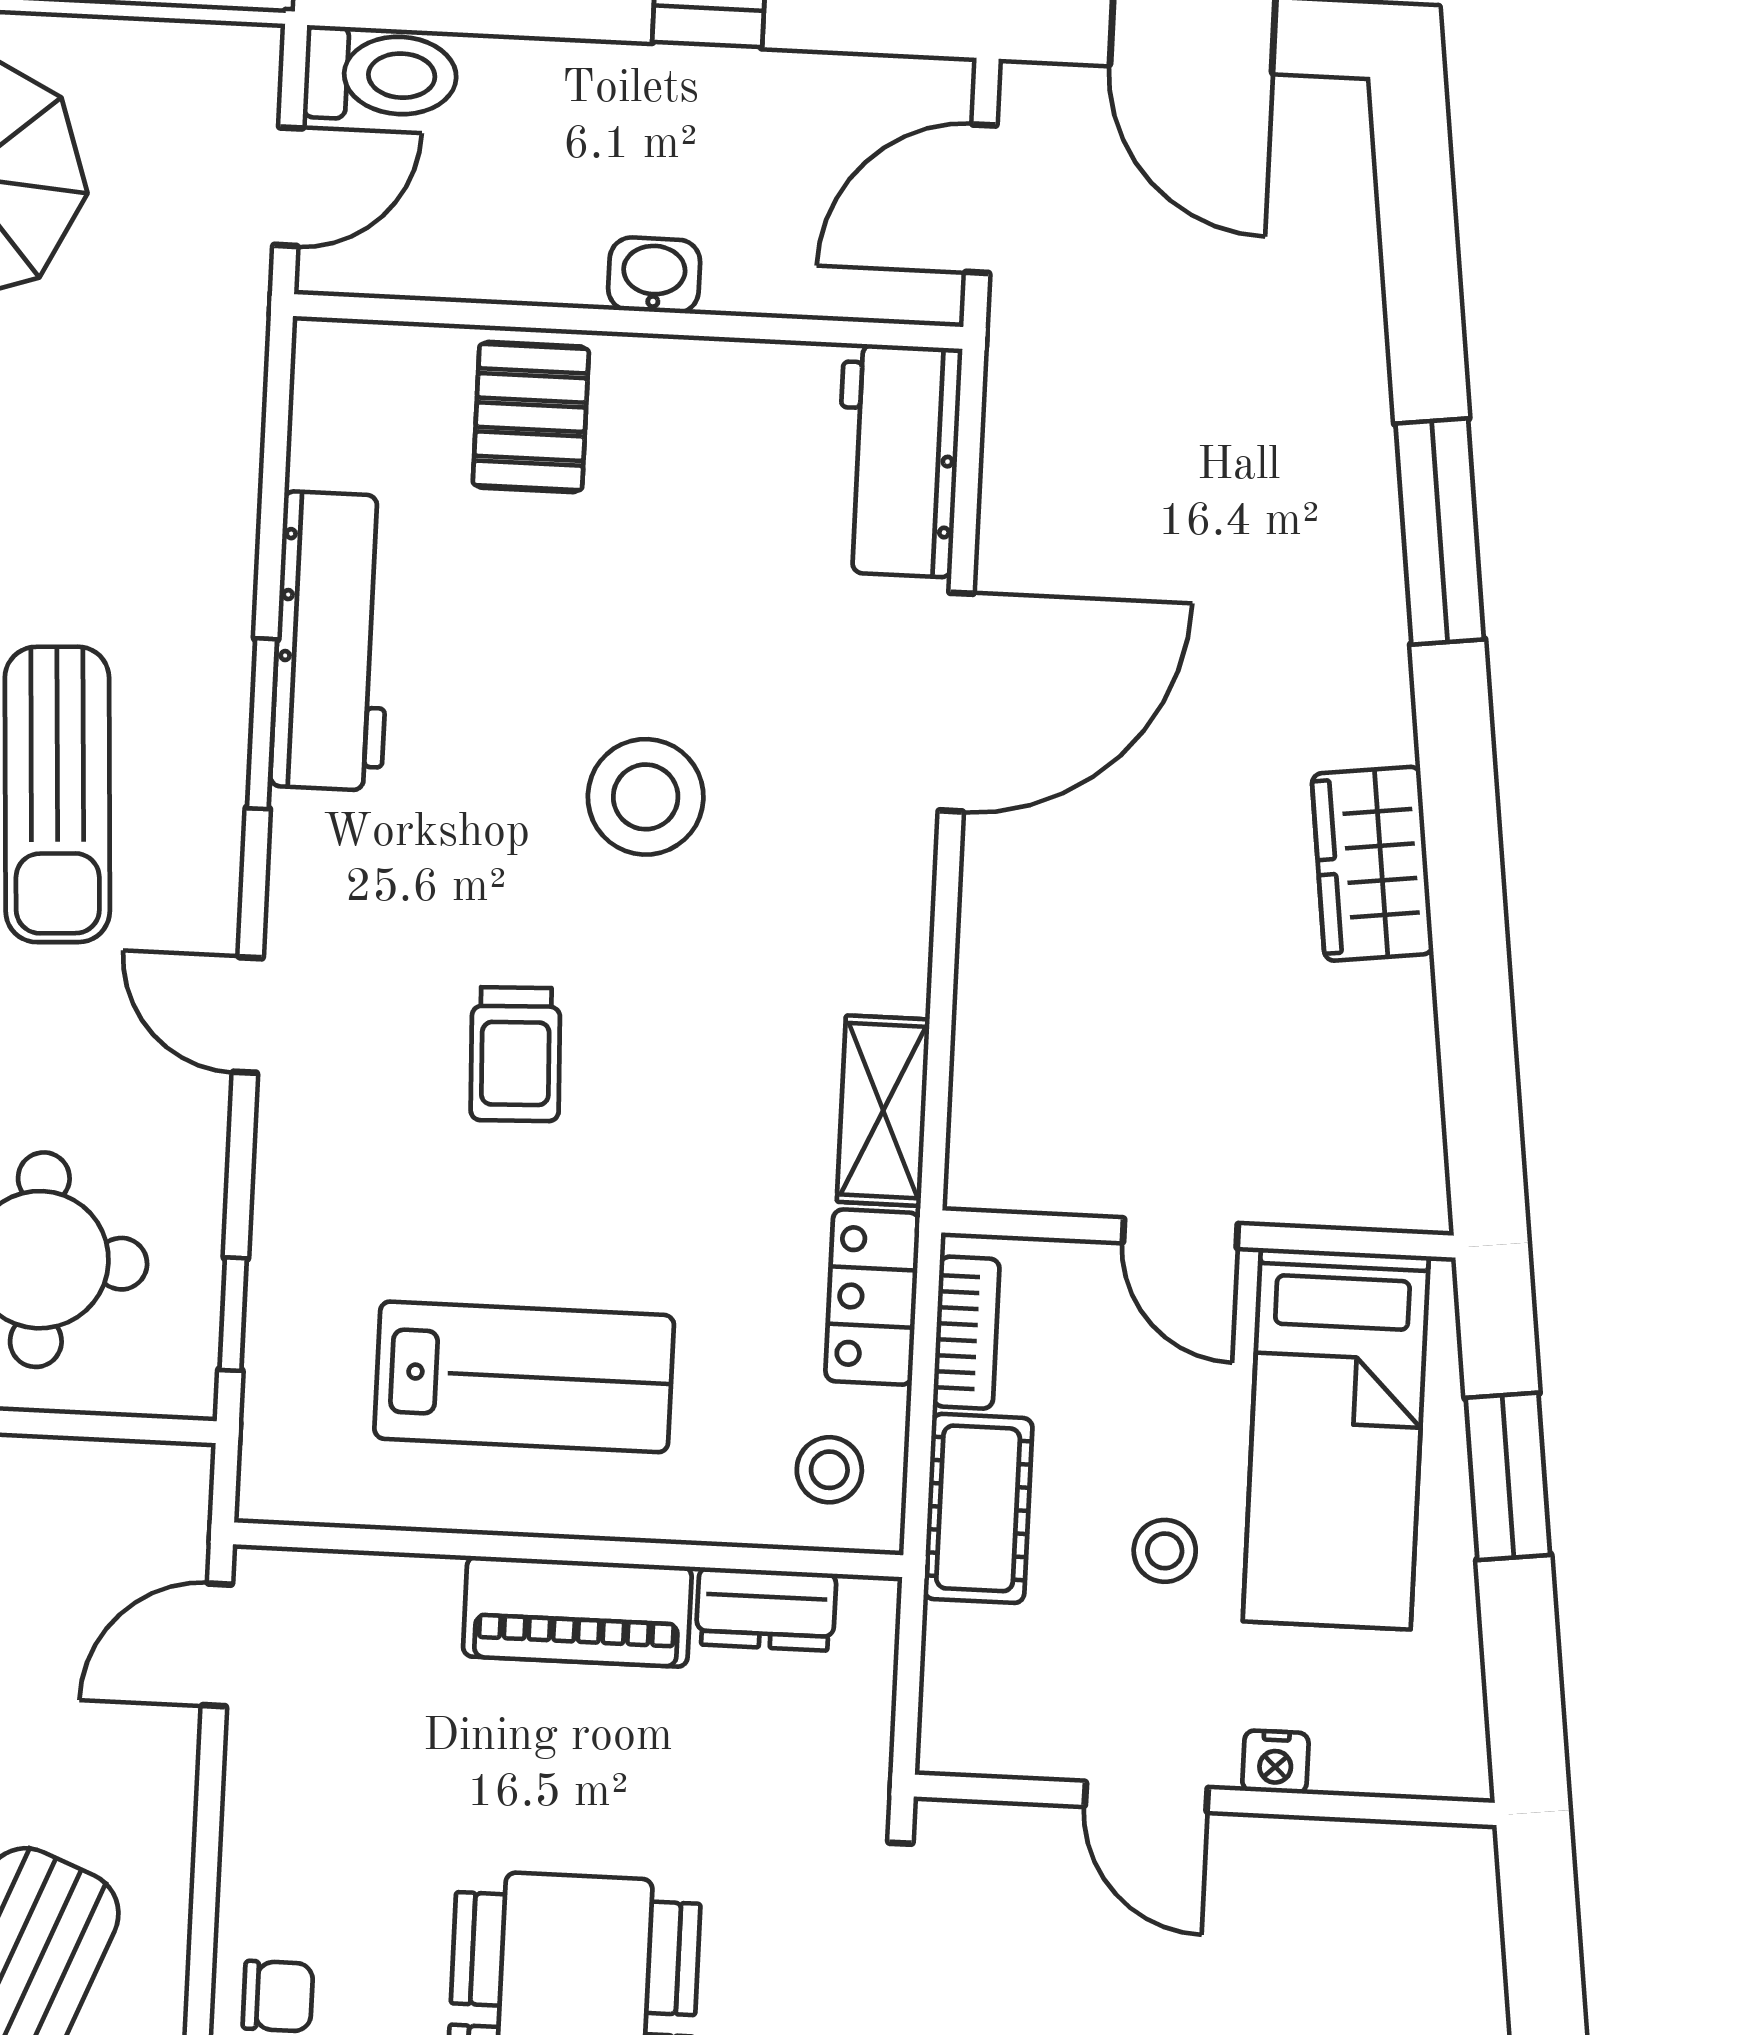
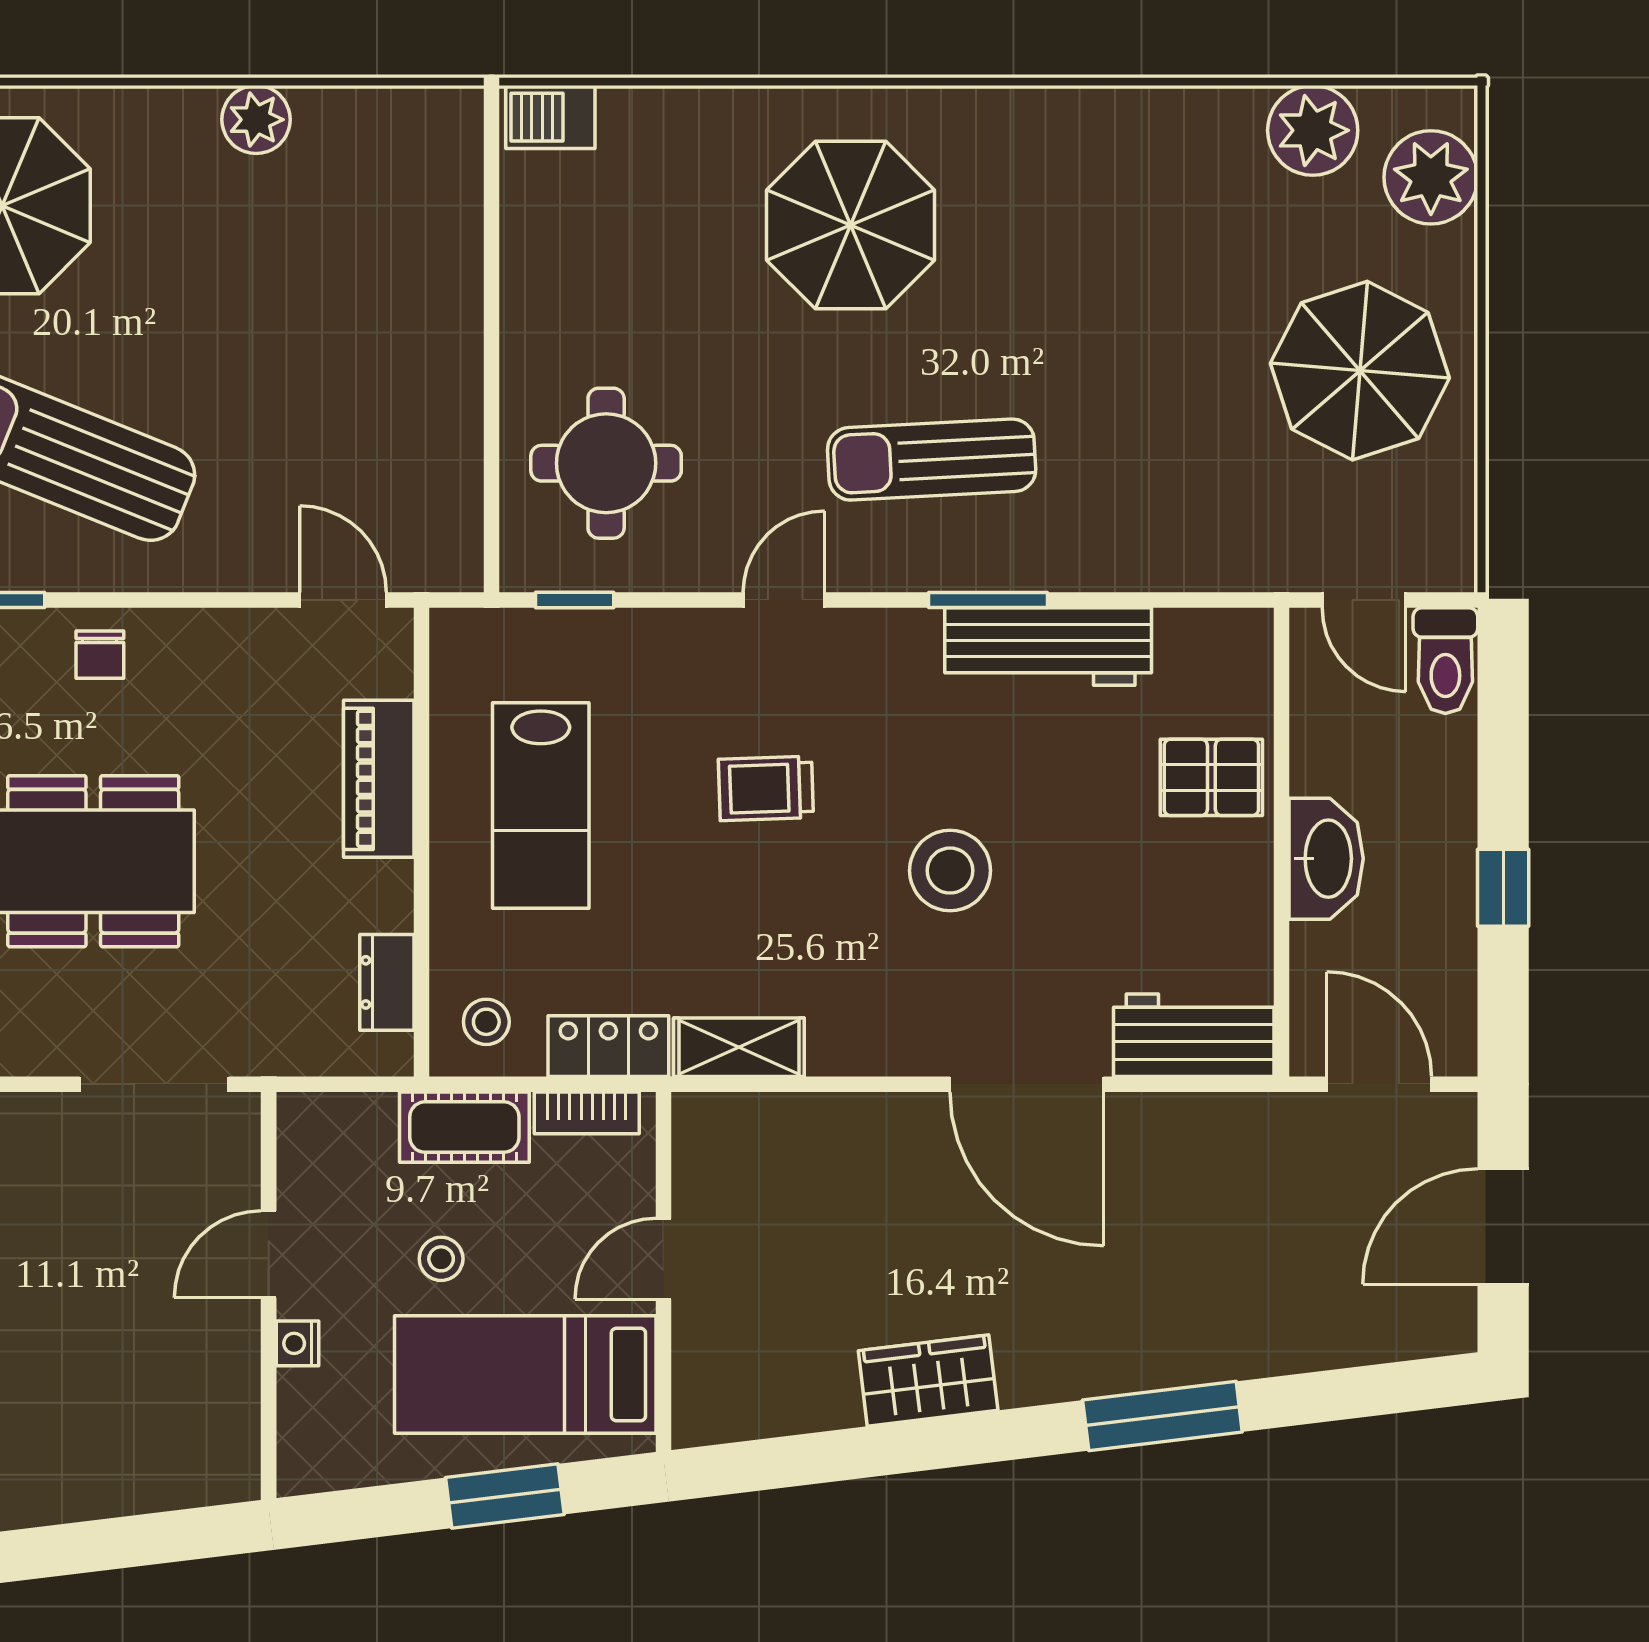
washbasin: (654, 275) -> (1326, 859), width x1.91, depth x1.45
piano: (577, 1611) -> (379, 779), moved

